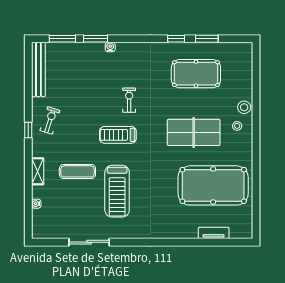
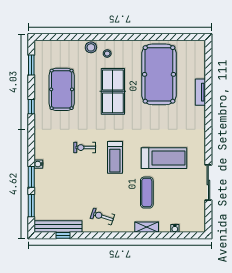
window: (207, 39) -> (31, 65), moved
window: (28, 130) -> (63, 235), moved
tv unit: (214, 233) -> (200, 92), moved

